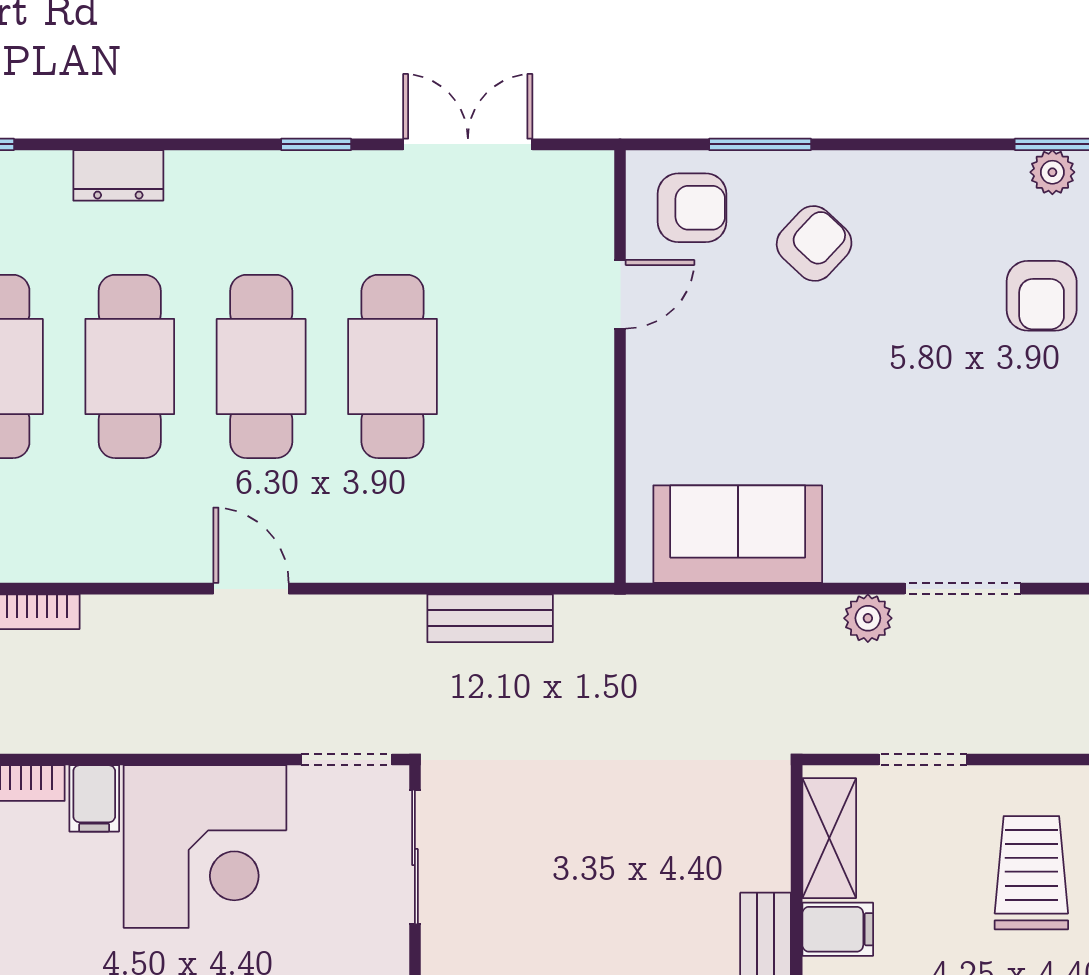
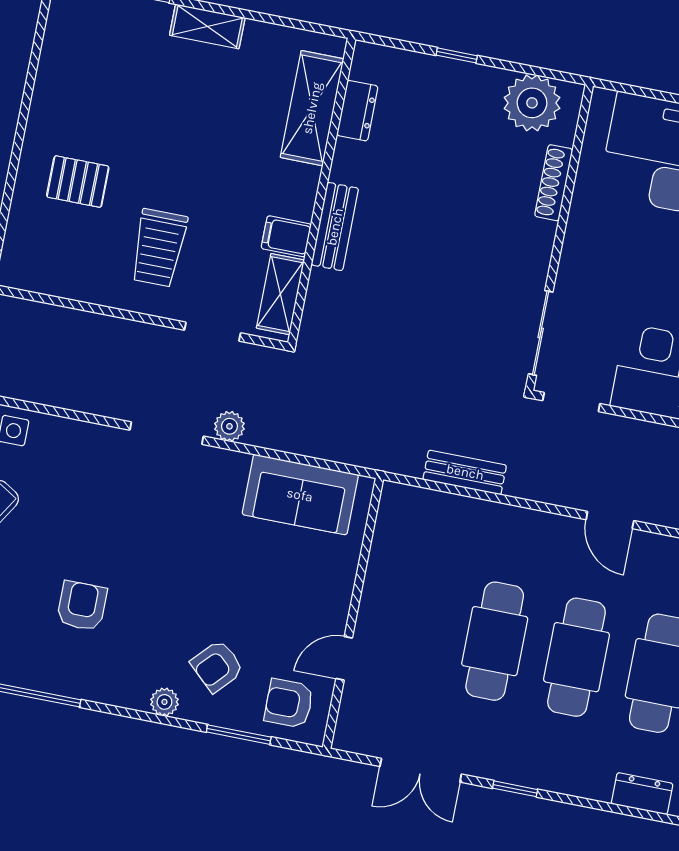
plant: (1052, 172) -> (164, 702), moved

